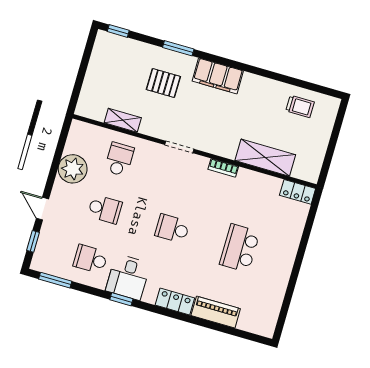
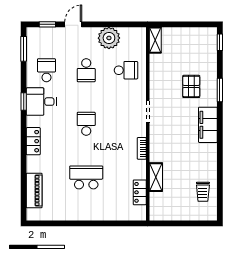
shelving: (123, 120) -> (155, 40), moved
shelving: (265, 158) -> (156, 177), width x0.67, depth x0.75
locker: (298, 192) -> (140, 192), moved
piano: (216, 312) -> (34, 190), moved

